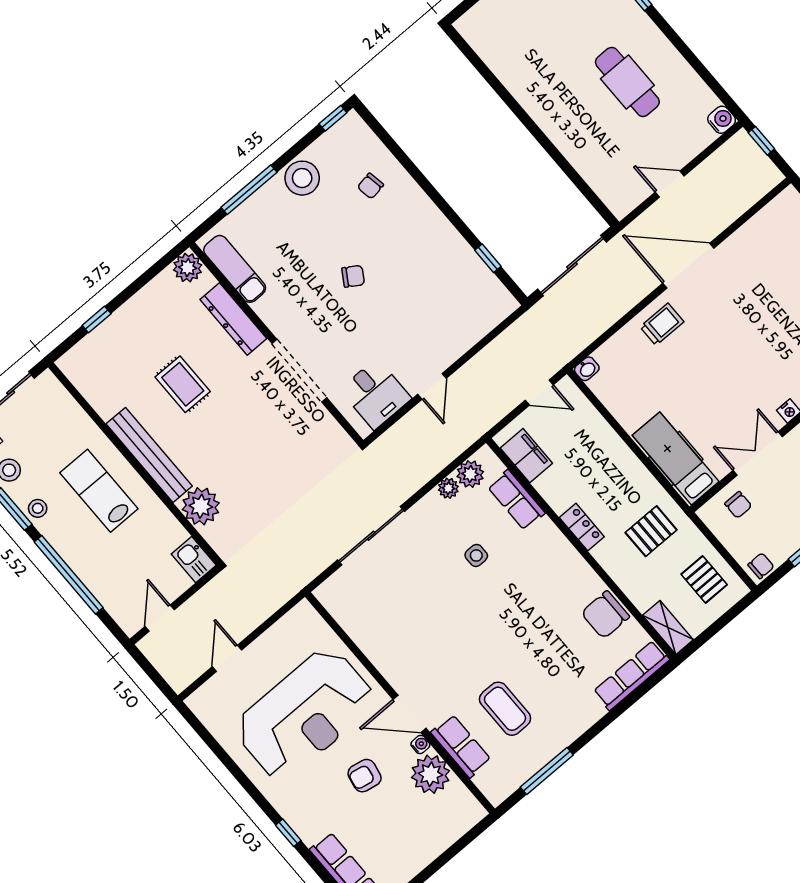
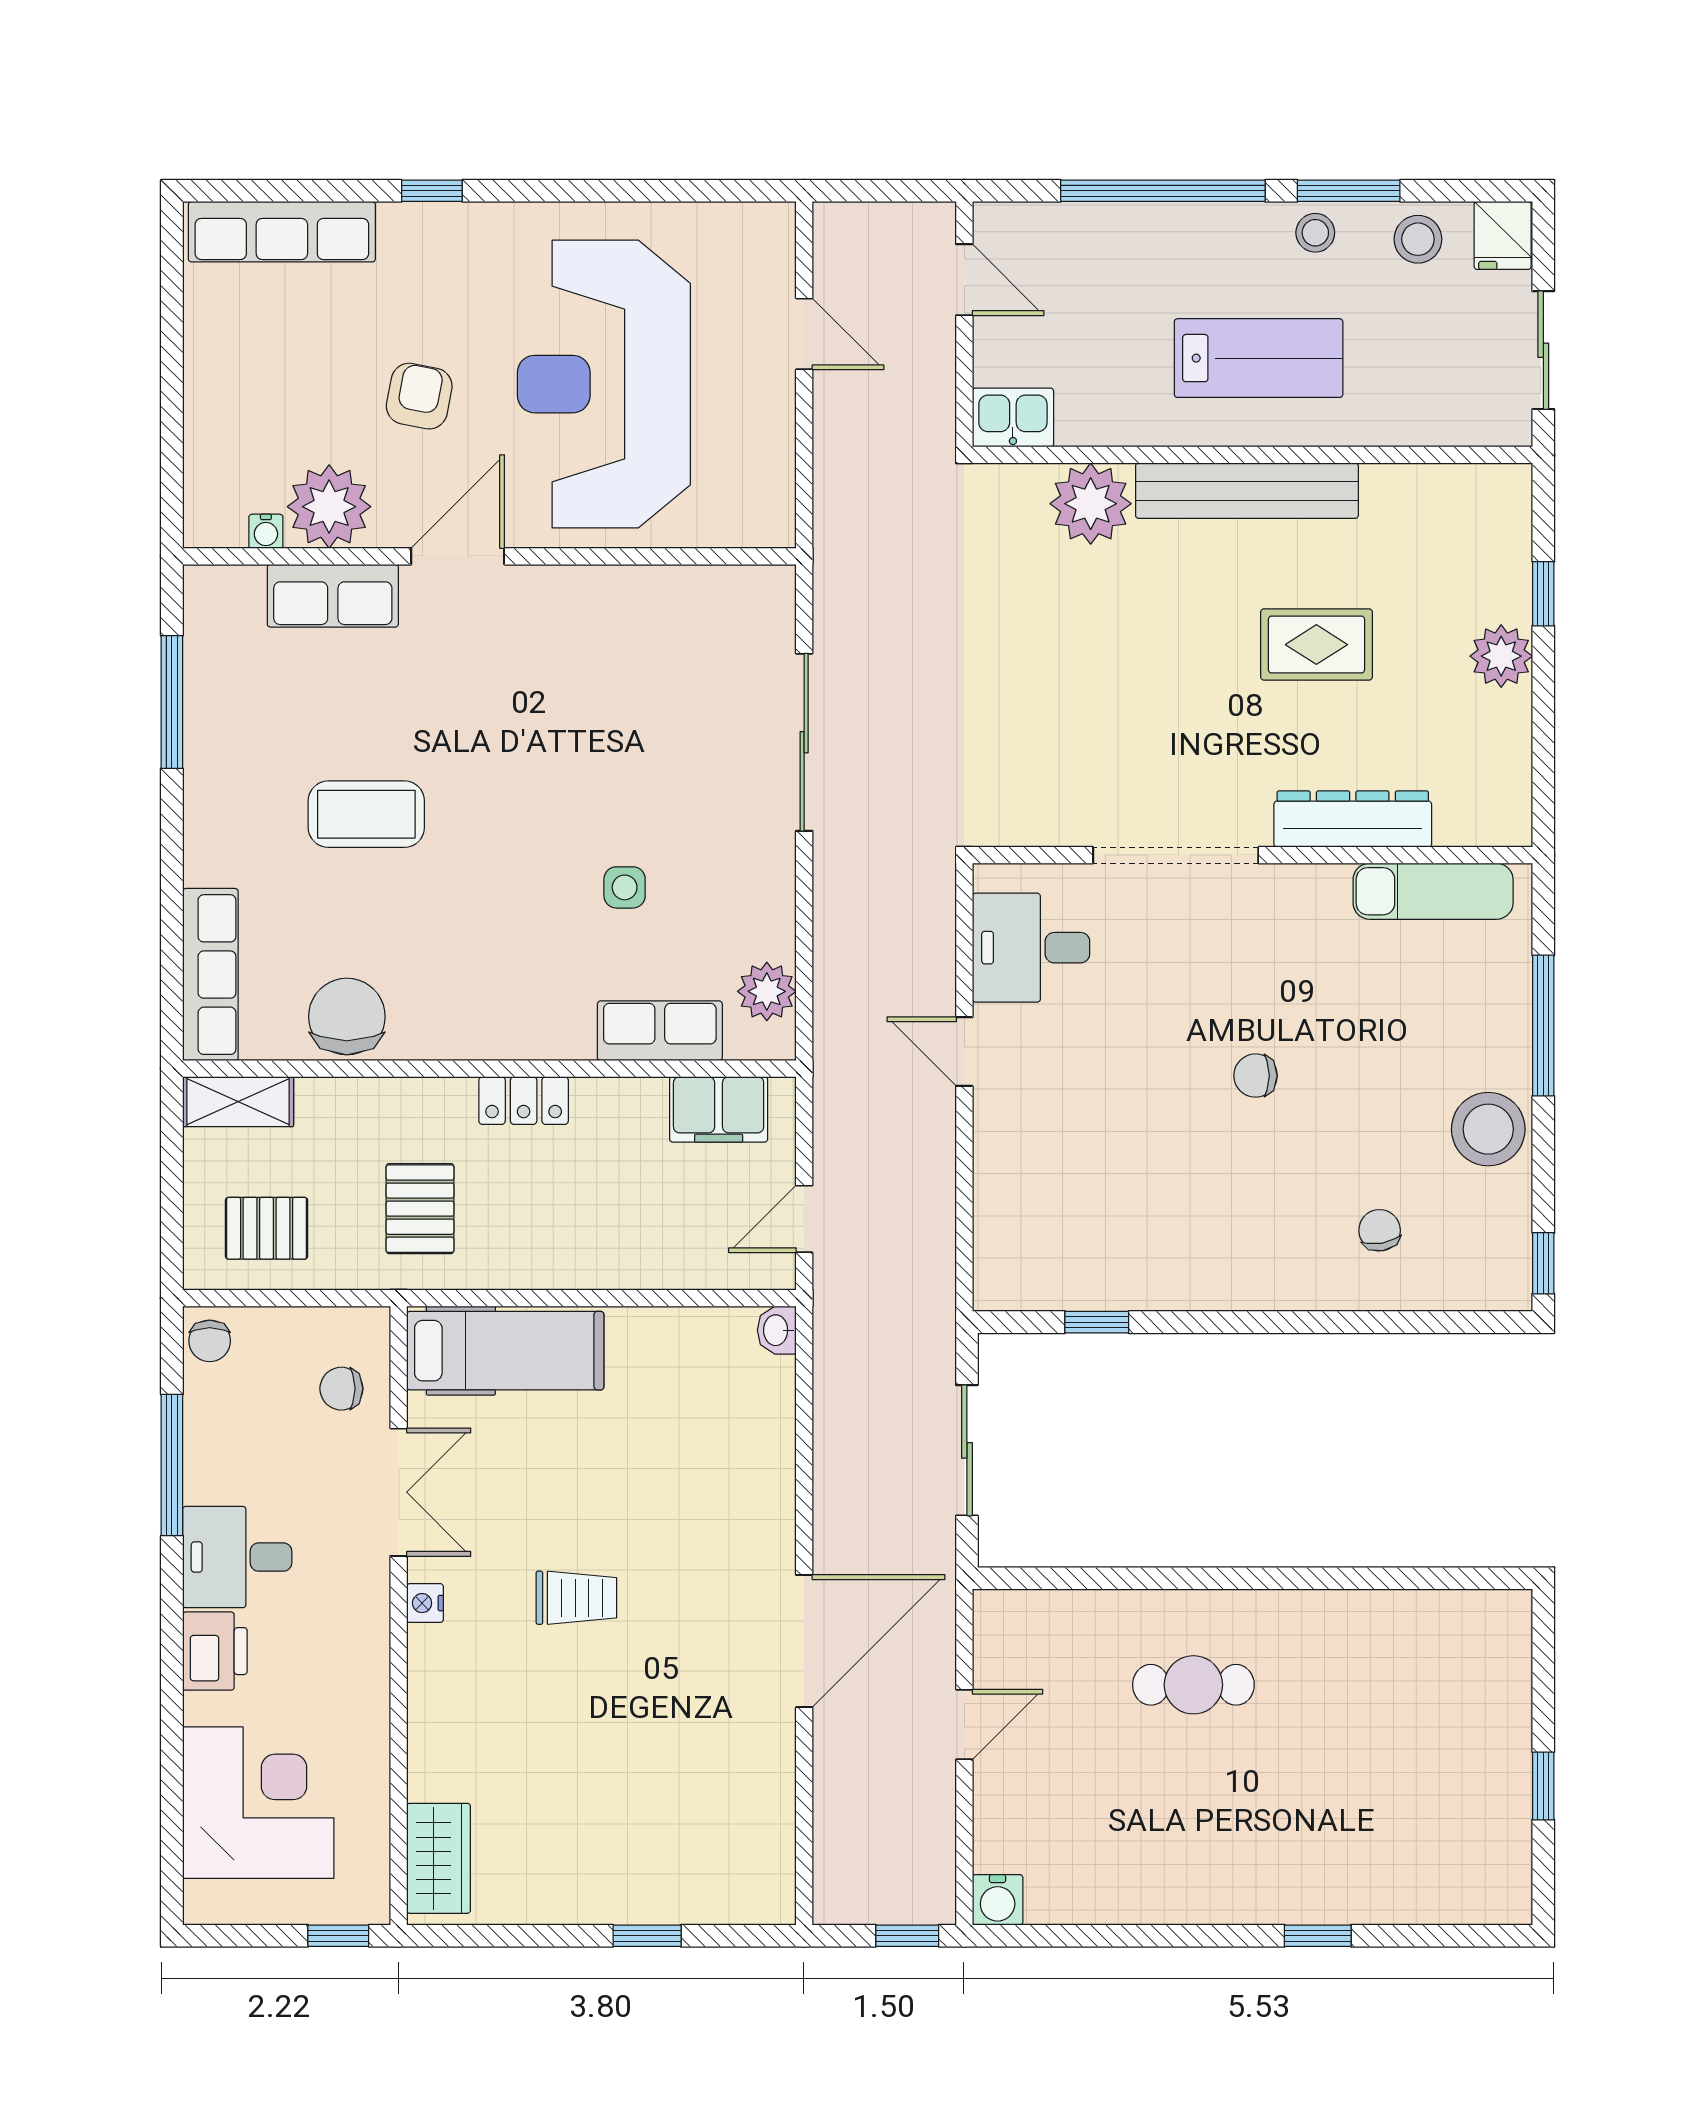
cafe table: (627, 82) -> (1193, 1685), moved, width x0.73, depth x0.74
sliding door: (572, 266) -> (967, 1450), width x0.73
plant: (188, 268) -> (1501, 656), moved
chair: (353, 276) -> (1256, 1076), turned 58
trolley: (662, 324) -> (576, 1598), moved, turned -90
plant: (448, 488) -> (774, 936), removed
coffee table: (505, 709) -> (366, 814), moved
water cooler: (420, 744) -> (266, 531), moved

